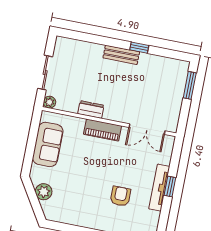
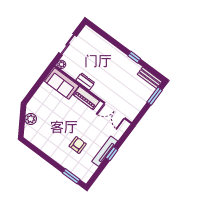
bench: (121, 55) -> (150, 78), moved
sofa: (48, 144) -> (62, 83), moved, turned 90

